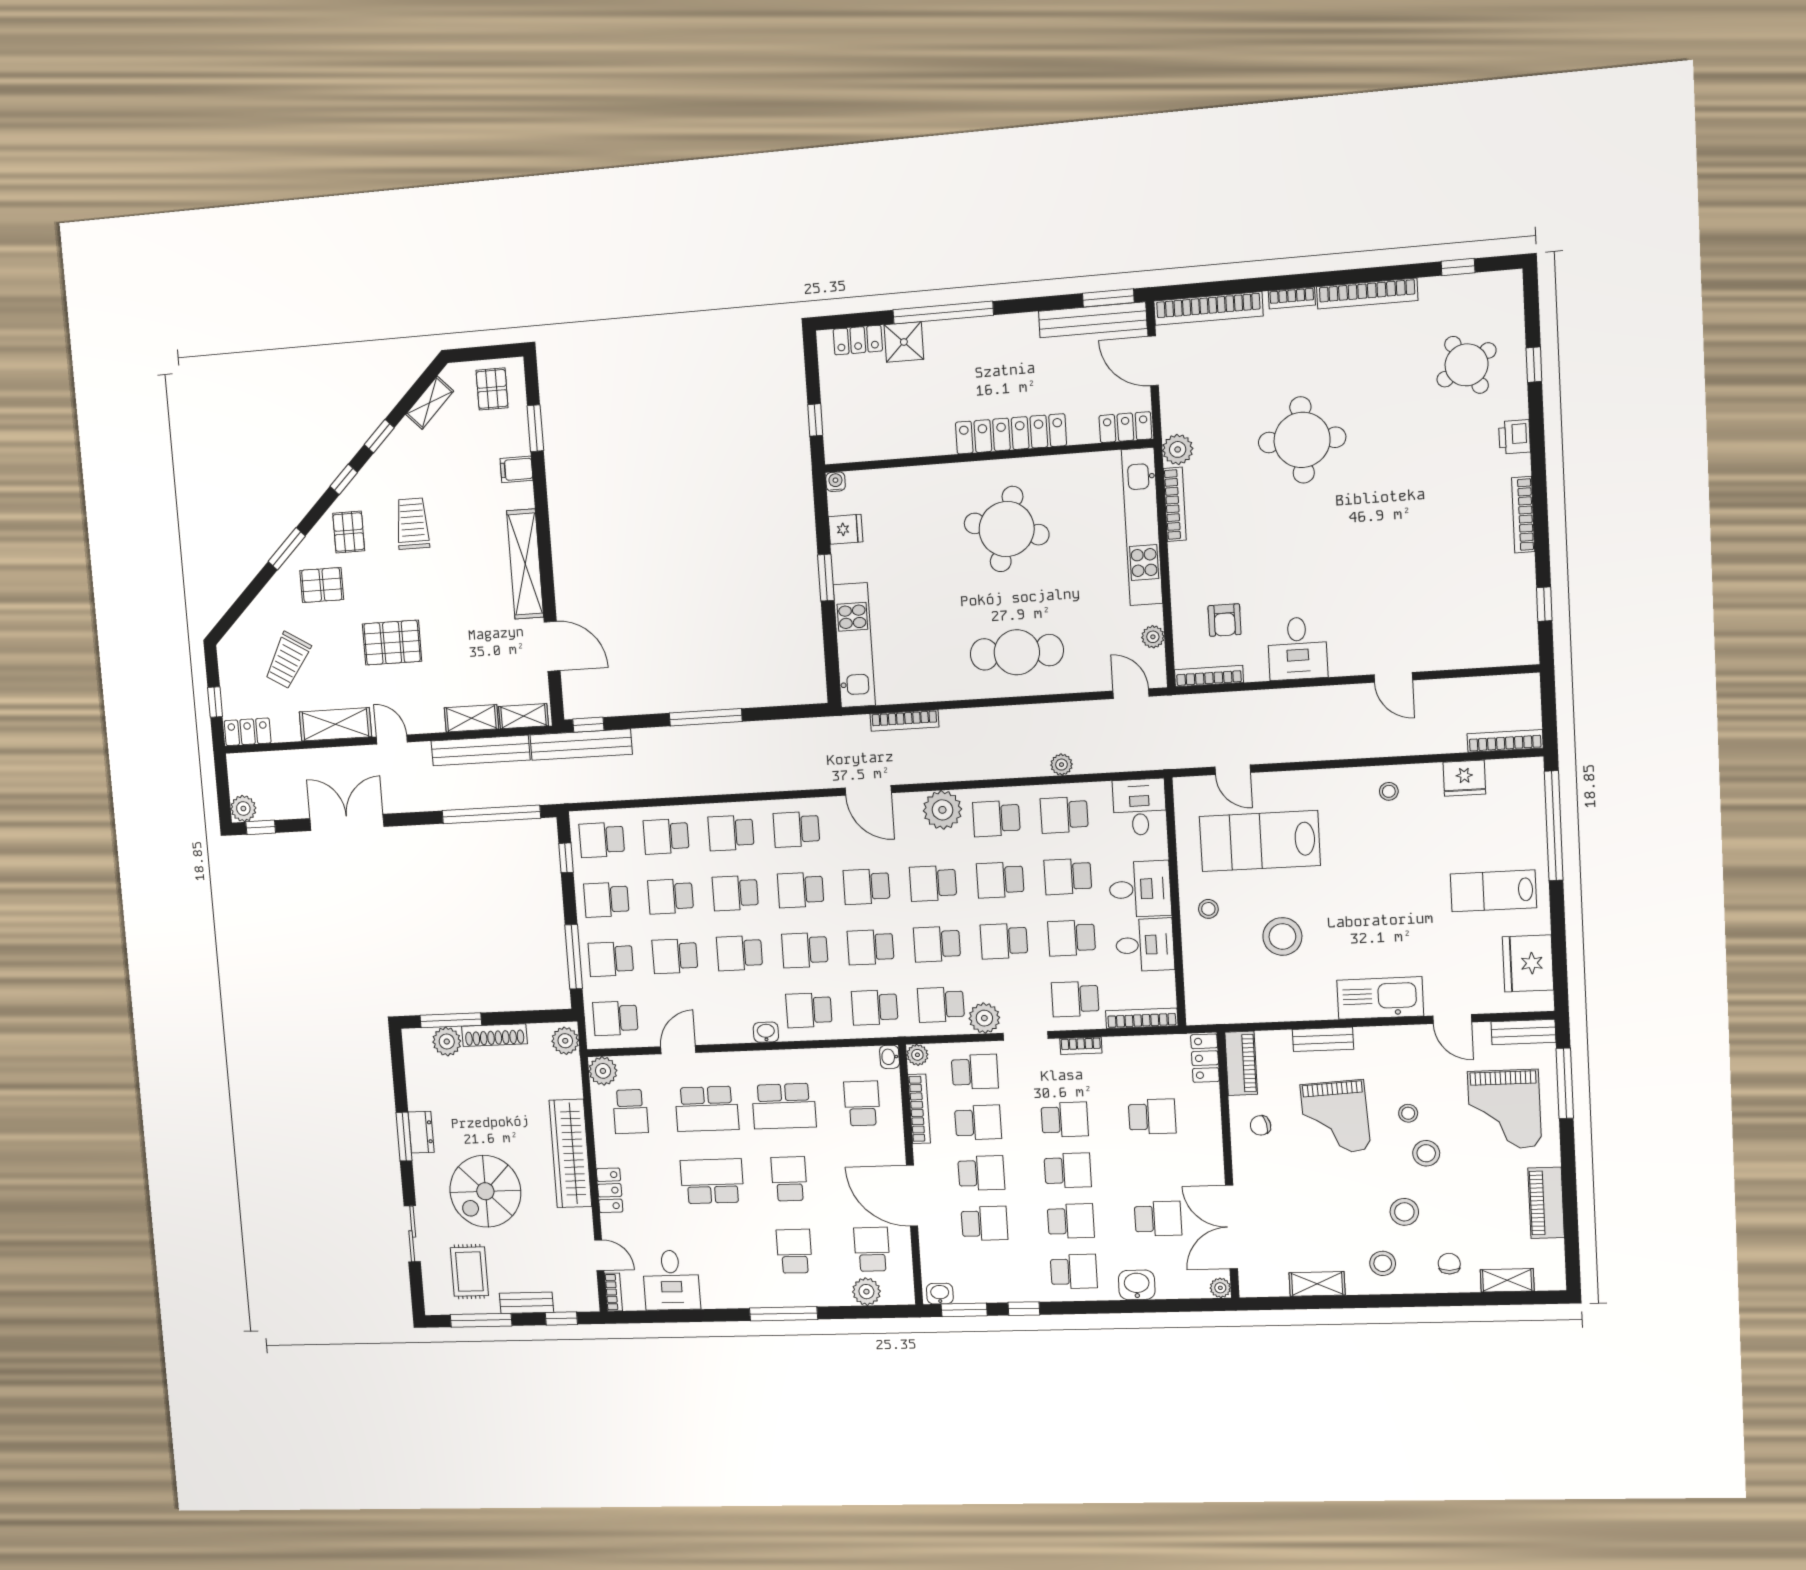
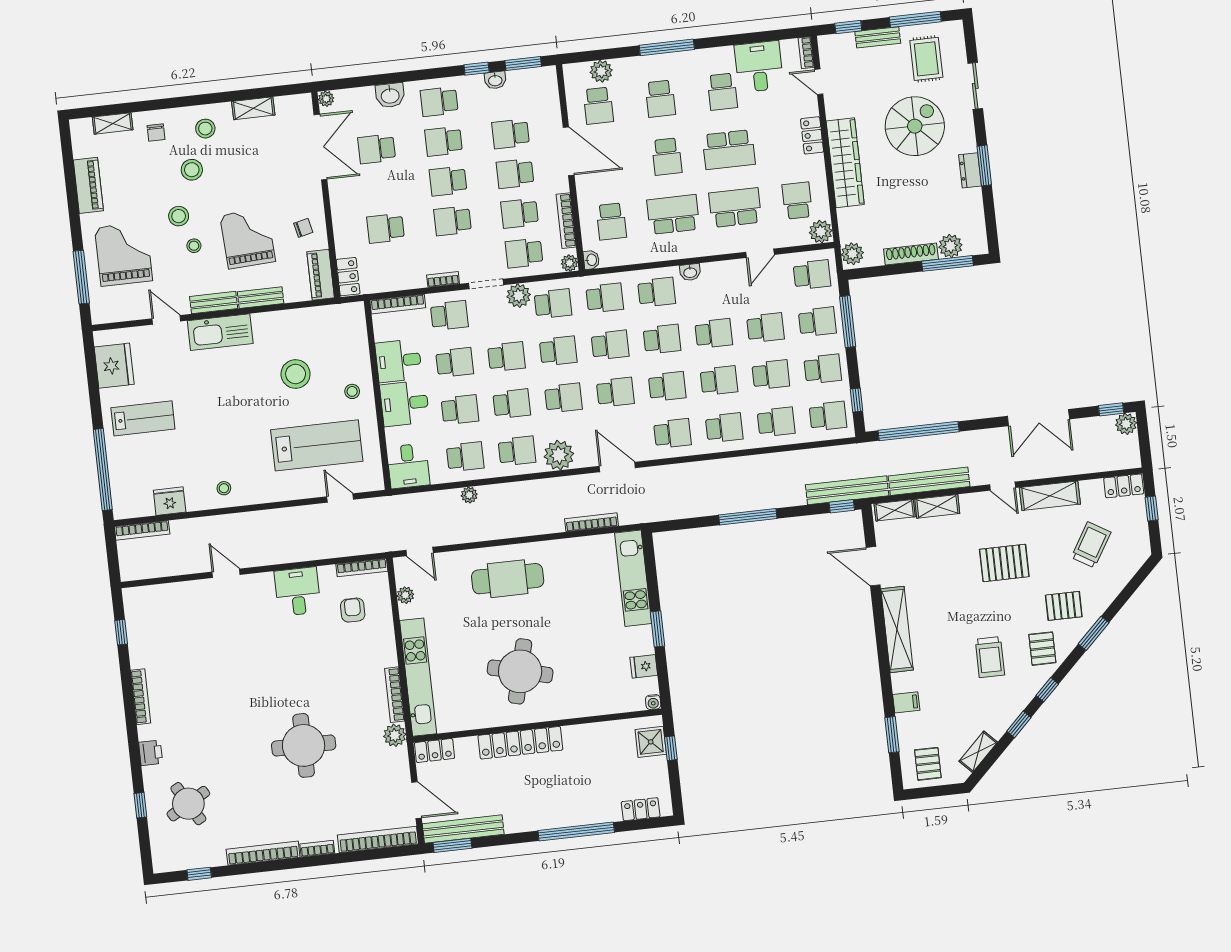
shower: (904, 342) -> (651, 742), moved
bench: (1523, 1032) -> (214, 303), moved
school desk: (717, 1253) -> (722, 92), added
washbasin: (940, 1294) -> (495, 80), moved

